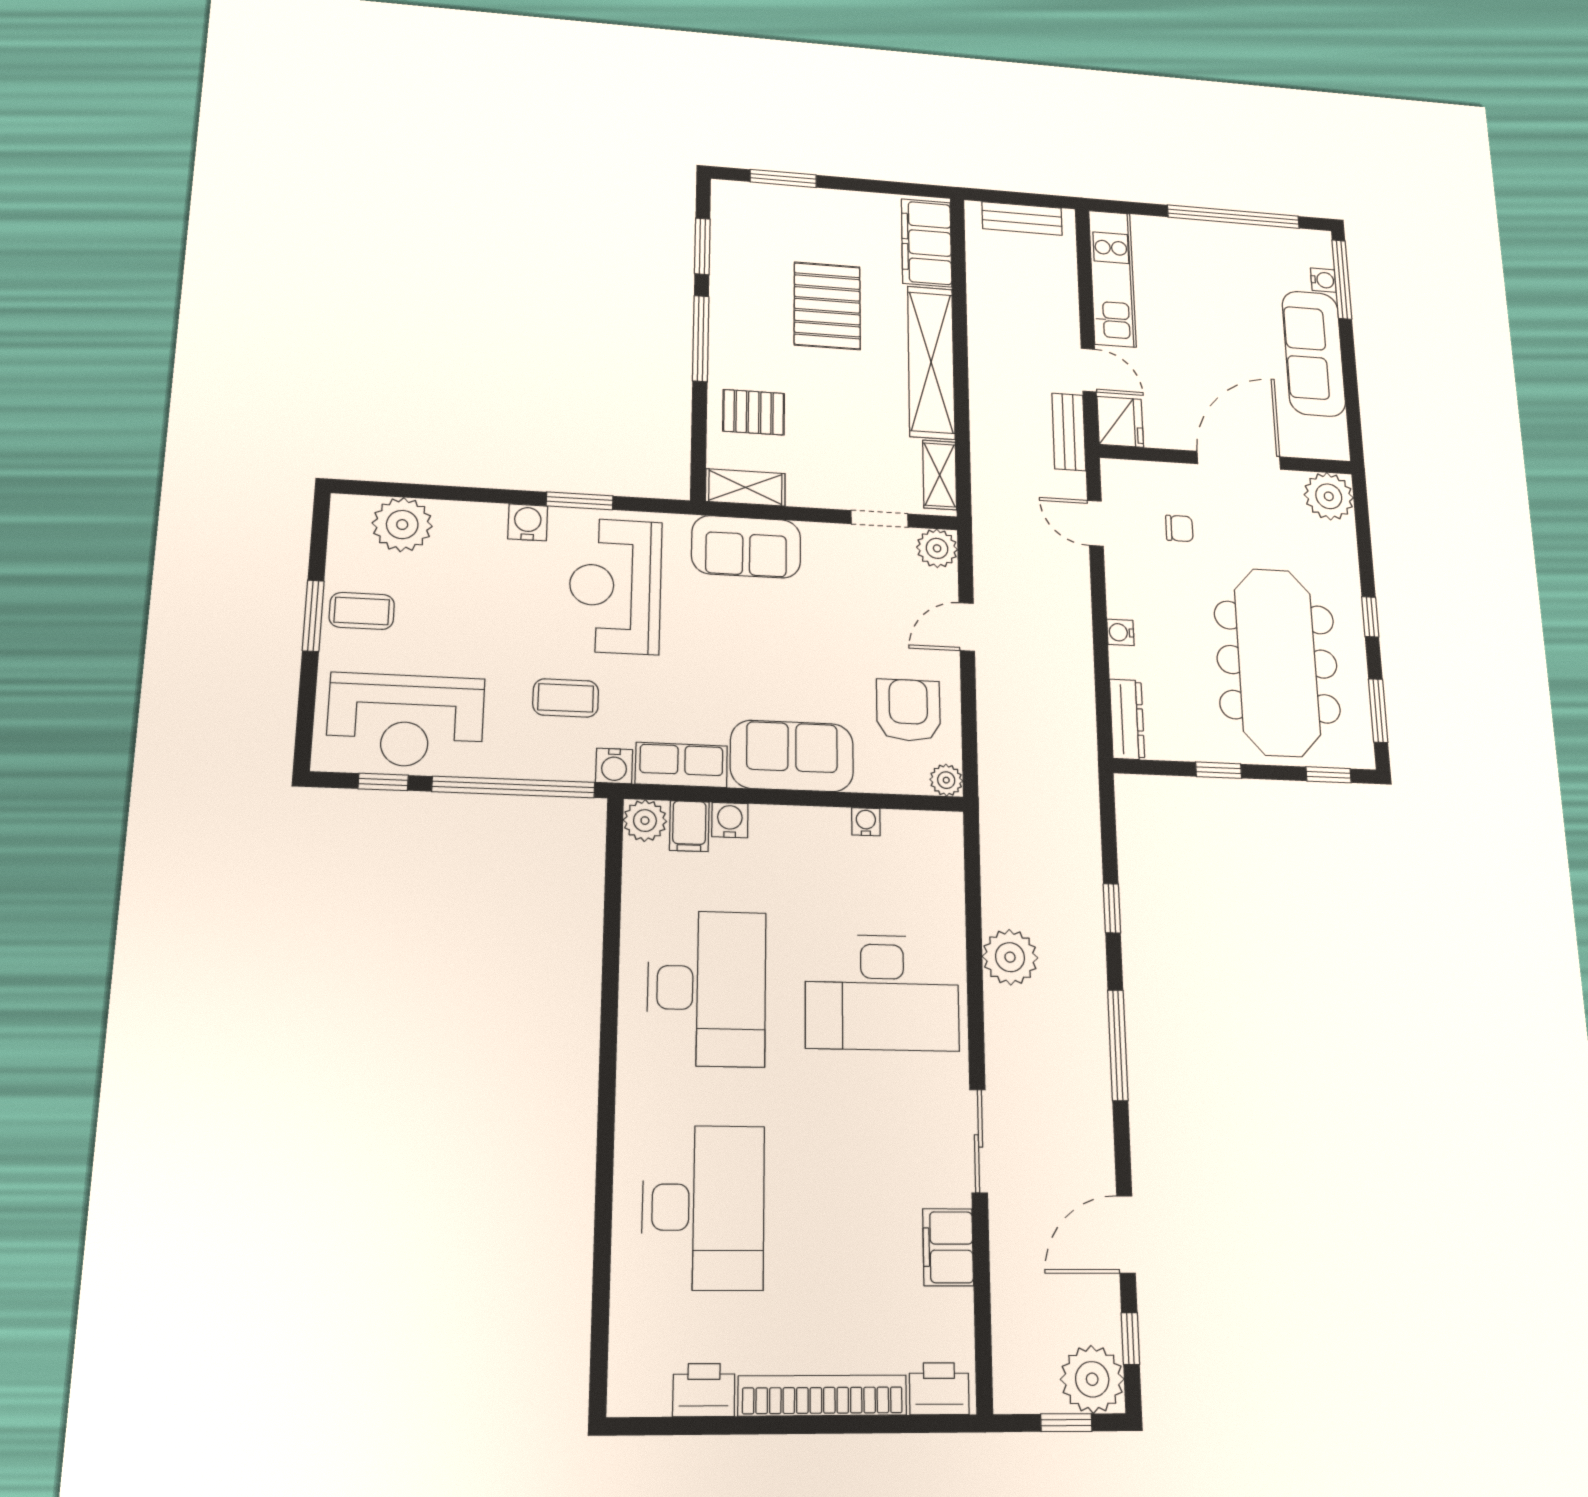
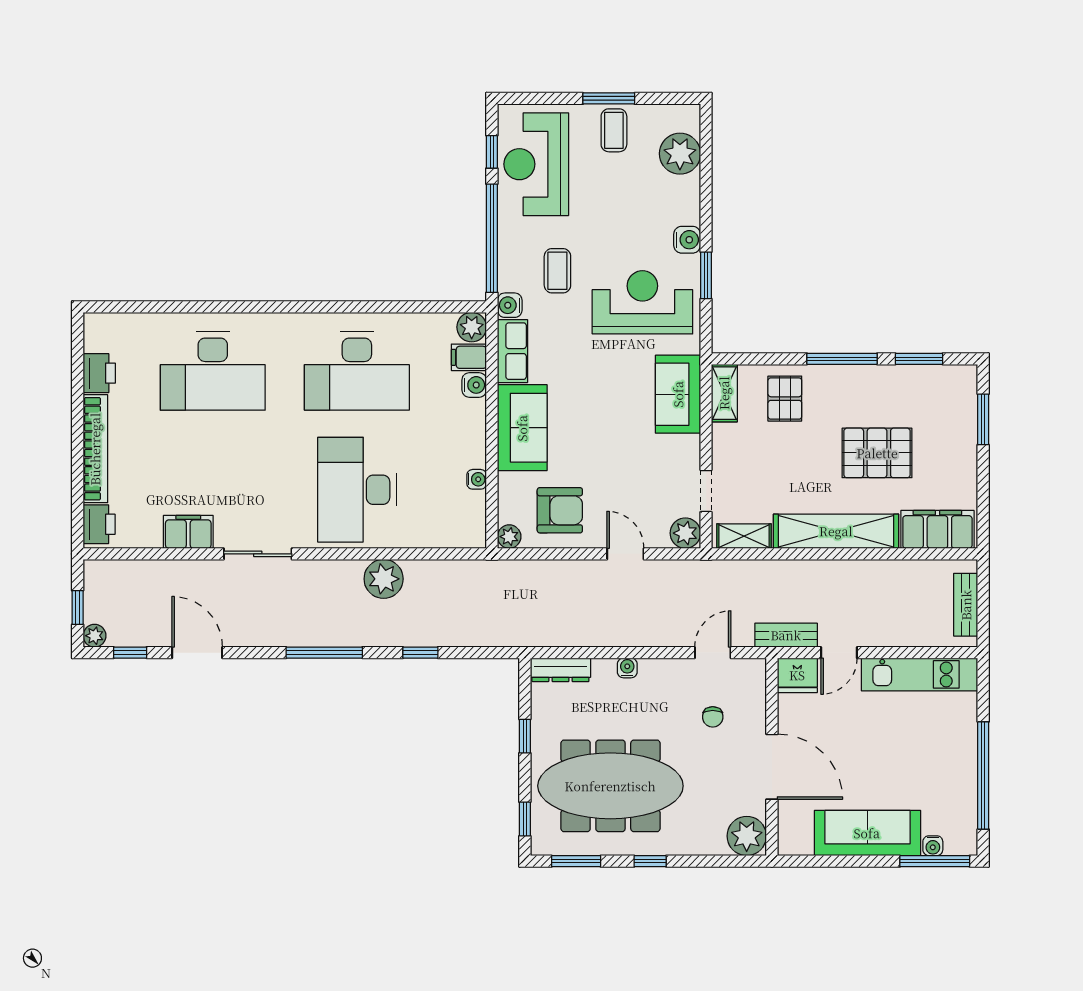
plant: (1092, 1379) -> (95, 636), width x0.53, depth x0.53

